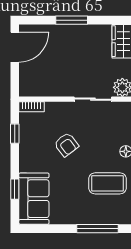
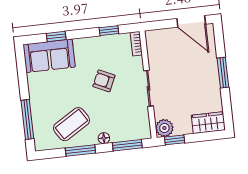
sliding door: (93, 99) -> (149, 88), moved
armchair: (66, 145) -> (104, 81), turned 62
coffee table: (108, 183) -> (71, 124), turned 58

